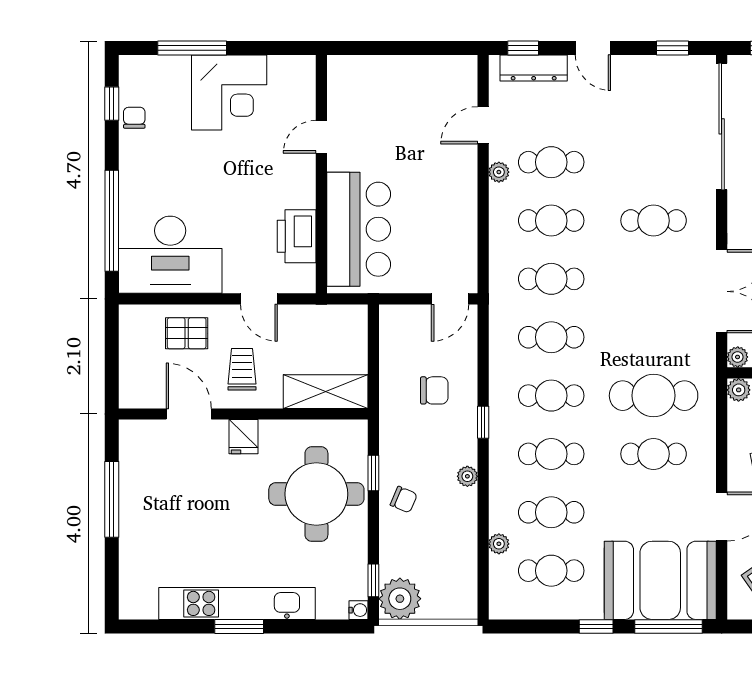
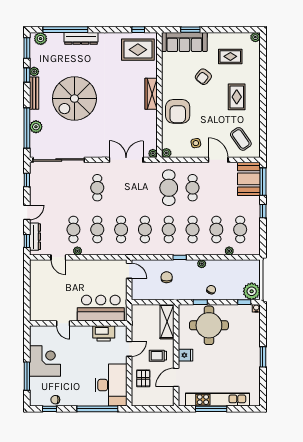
booth: (660, 580) -> (249, 179), width x0.73, depth x0.70
kitchen unit: (237, 603) -> (218, 400), moved, turned 90

